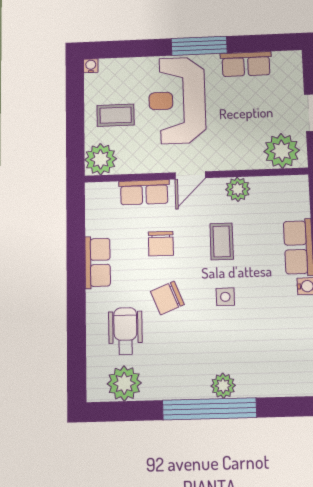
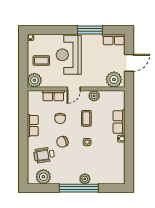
window: (199, 46) -> (90, 30), moved
row of seats: (246, 64) -> (114, 39), moved
wheelchair: (125, 331) -> (44, 155), turned -99

